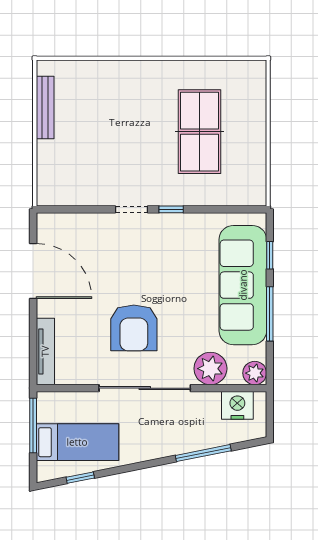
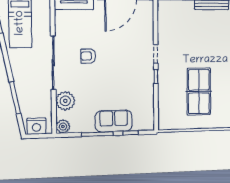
table tennis table: (199, 132) -> (199, 92), turned 90
sofa: (243, 285) -> (114, 121), width x0.54, depth x0.79
armchair: (134, 328) -> (88, 56), width x0.53, depth x0.53
nightstand: (237, 405) -> (36, 126), moved, turned 90

